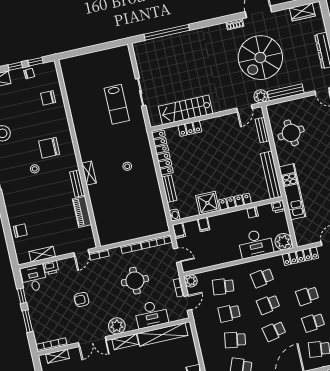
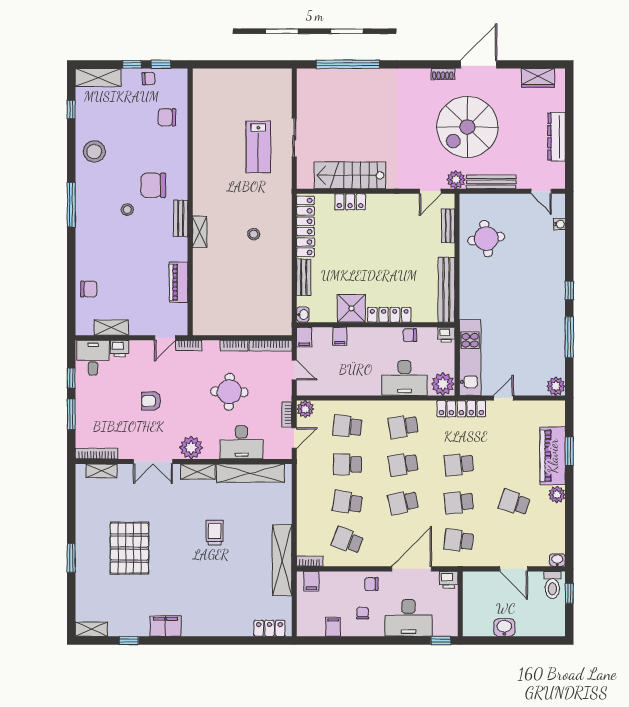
bench: (77, 183) -> (181, 218), moved
kitchen unit: (292, 192) -> (470, 358), moved

